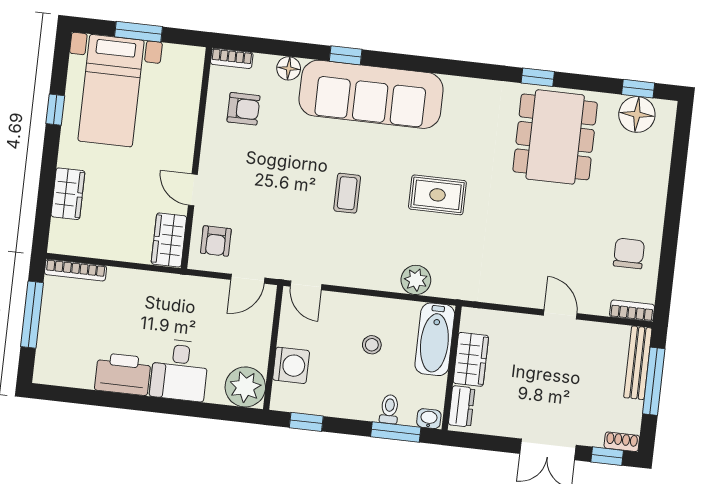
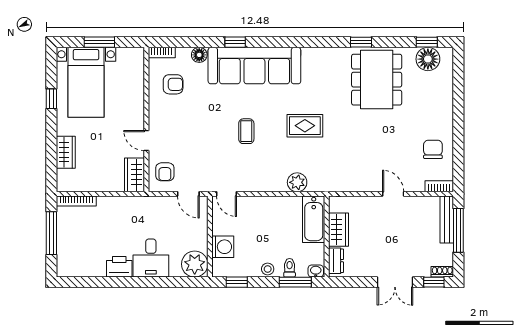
door: (248, 279) -> (188, 194), hinge flipped
stool: (372, 345) -> (268, 269), moved
printer: (123, 374) -> (119, 267), width x0.73, depth x0.84

